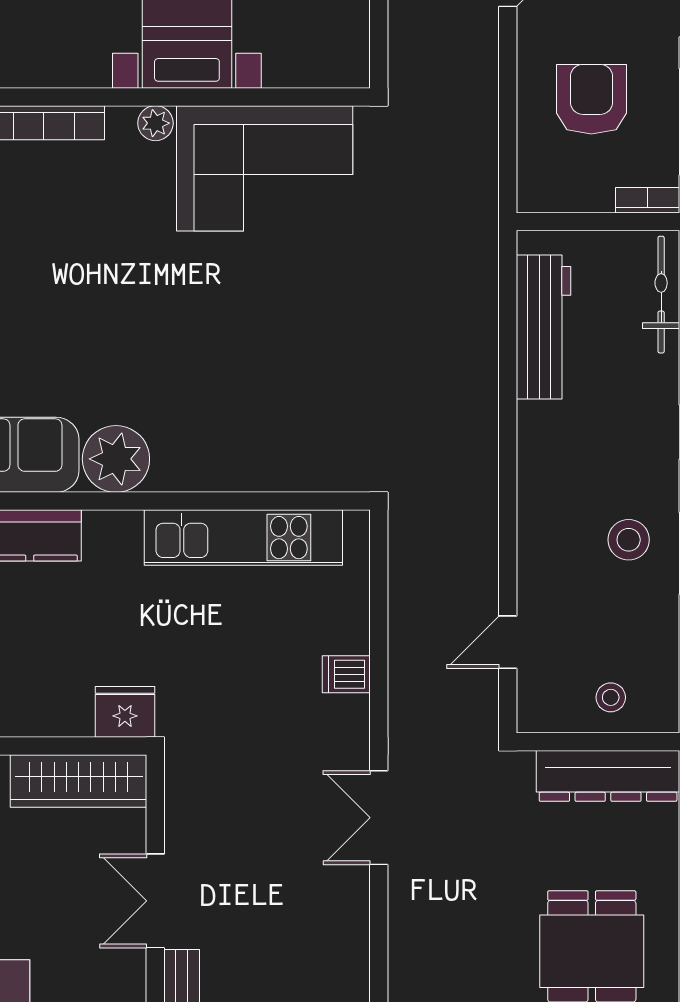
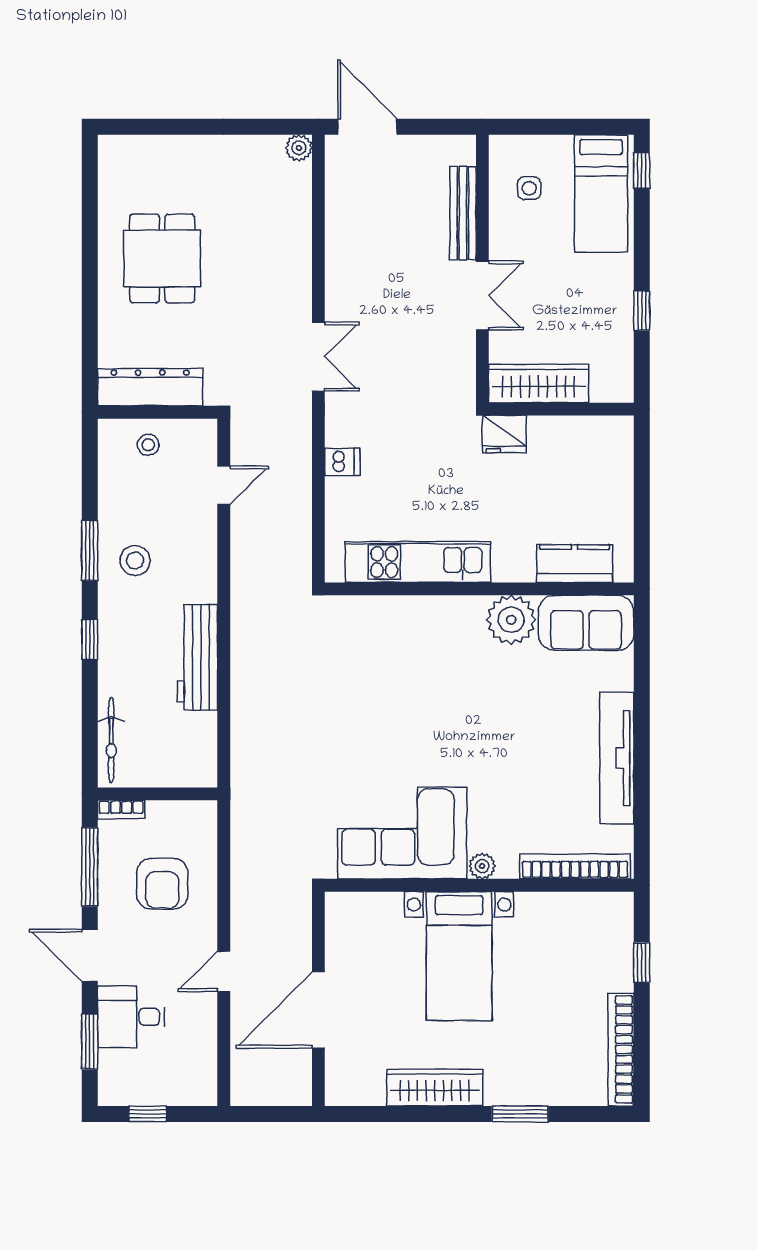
workbench: (543, 327) -> (198, 657), moved

